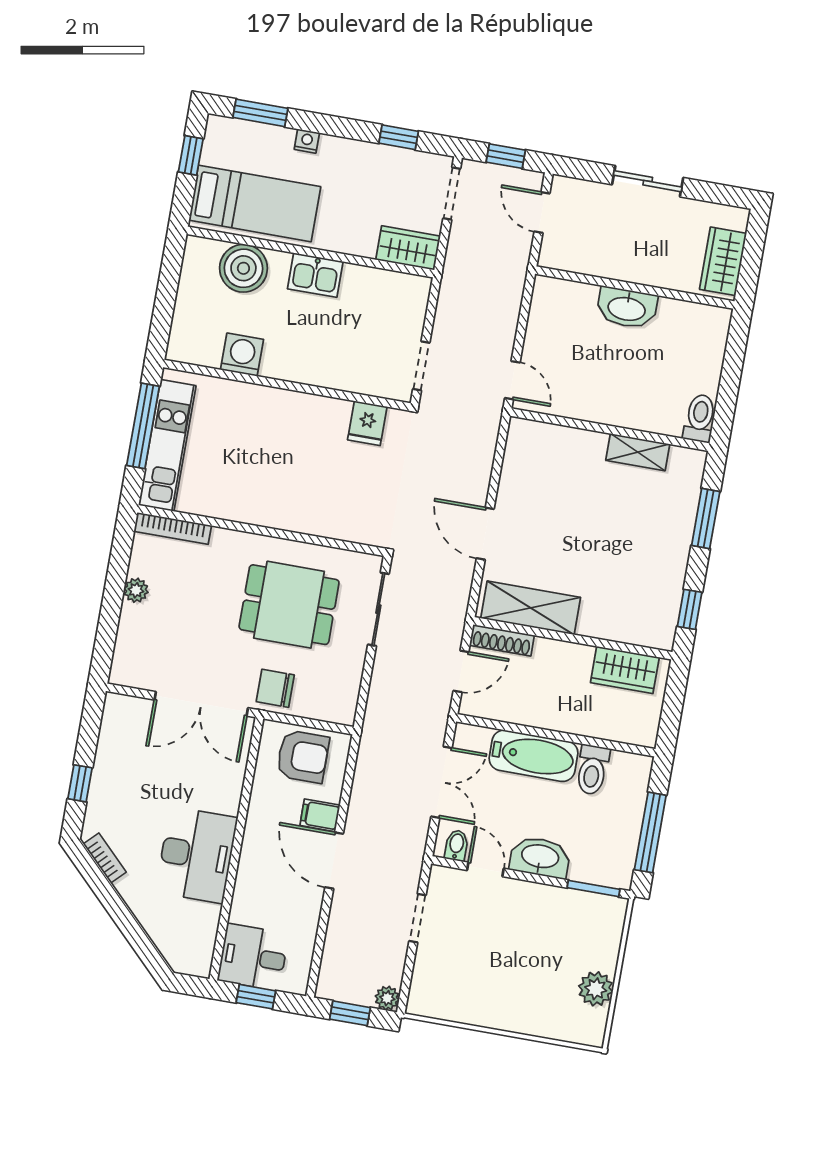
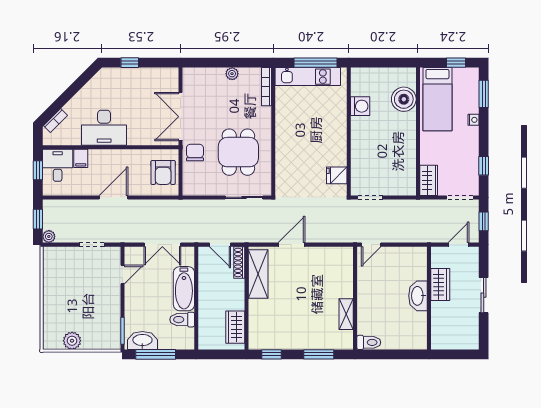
wardrobe: (723, 261) -> (440, 284), moved, turned 90
kitchen sink: (315, 275) -> (407, 136), removed
filing cabinet: (320, 815) -> (81, 158), moved, turned 180
bidet: (456, 845) -> (132, 258), removed
washbasin: (540, 857) -> (142, 341), moved, turned -90
bookcase: (105, 858) -> (55, 121), moved

